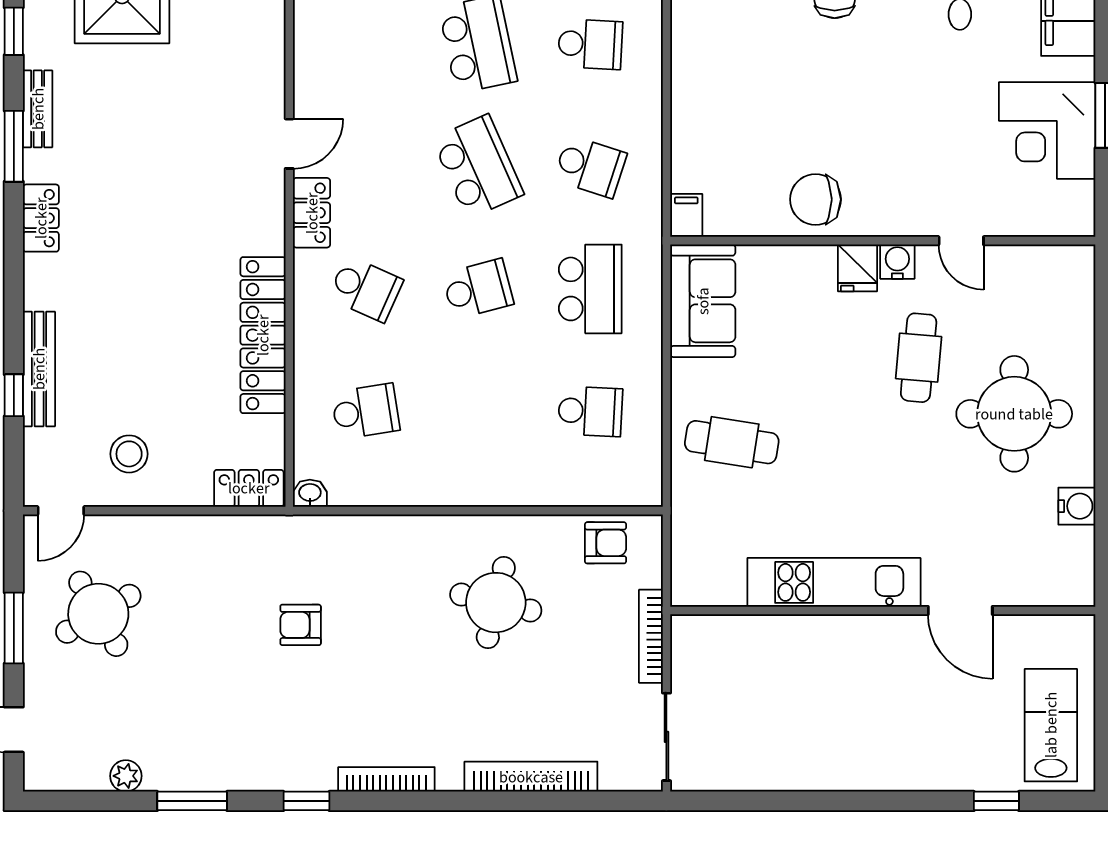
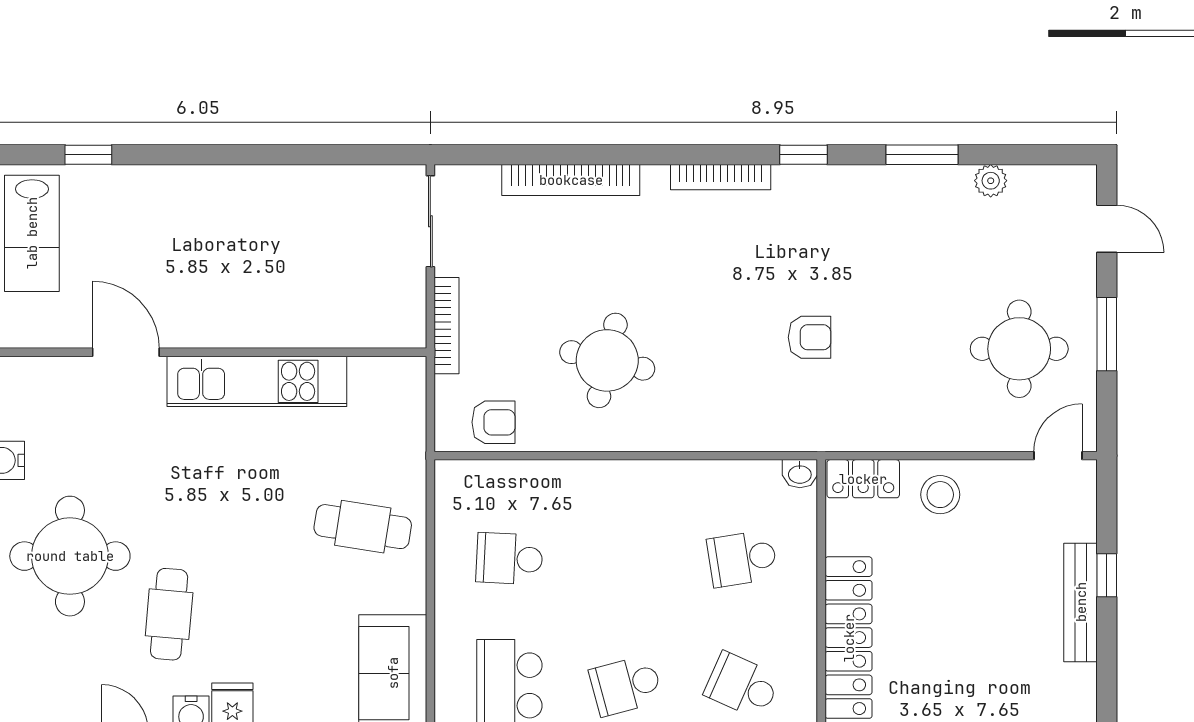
stool: (129, 454) -> (940, 495), moved
armchair: (606, 543) -> (494, 422), turned 180
round table: (98, 614) -> (1019, 349), turned 30

